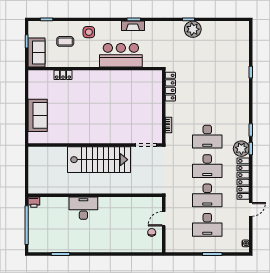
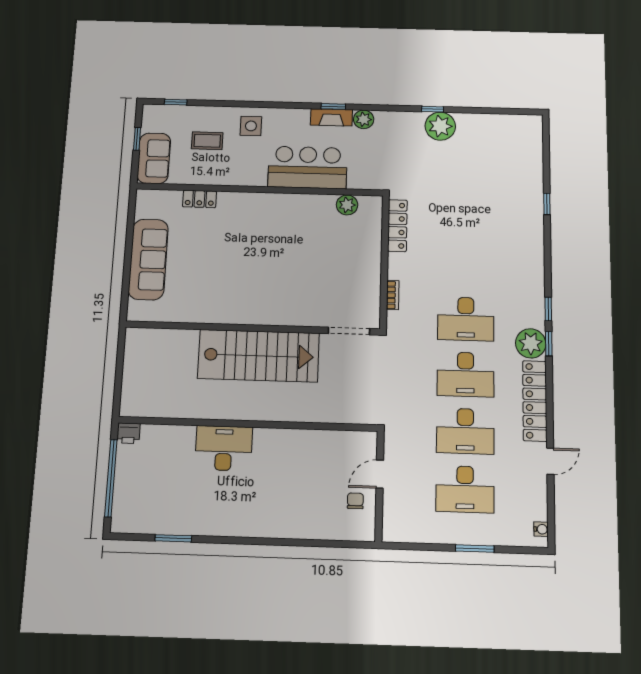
plant: (151, 26) -> (364, 119), added
plant: (143, 76) -> (347, 205), added
sofa: (38, 115) -> (148, 259), width x1.36

